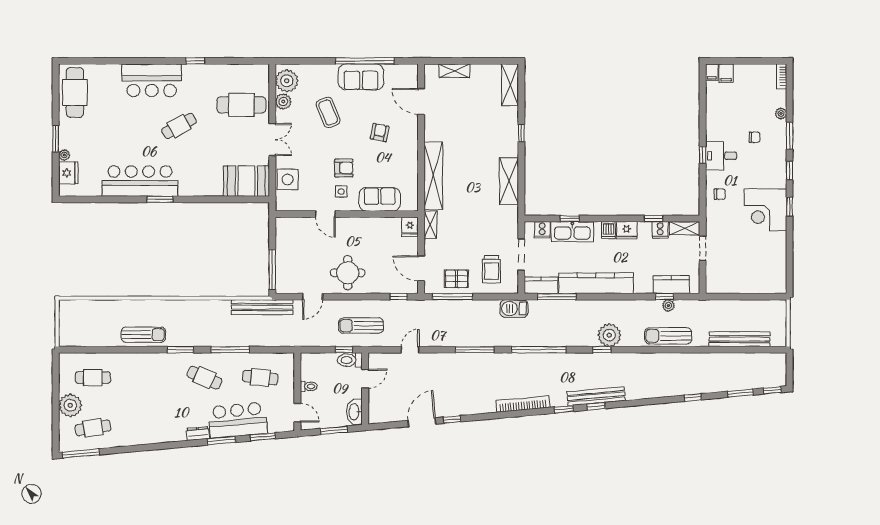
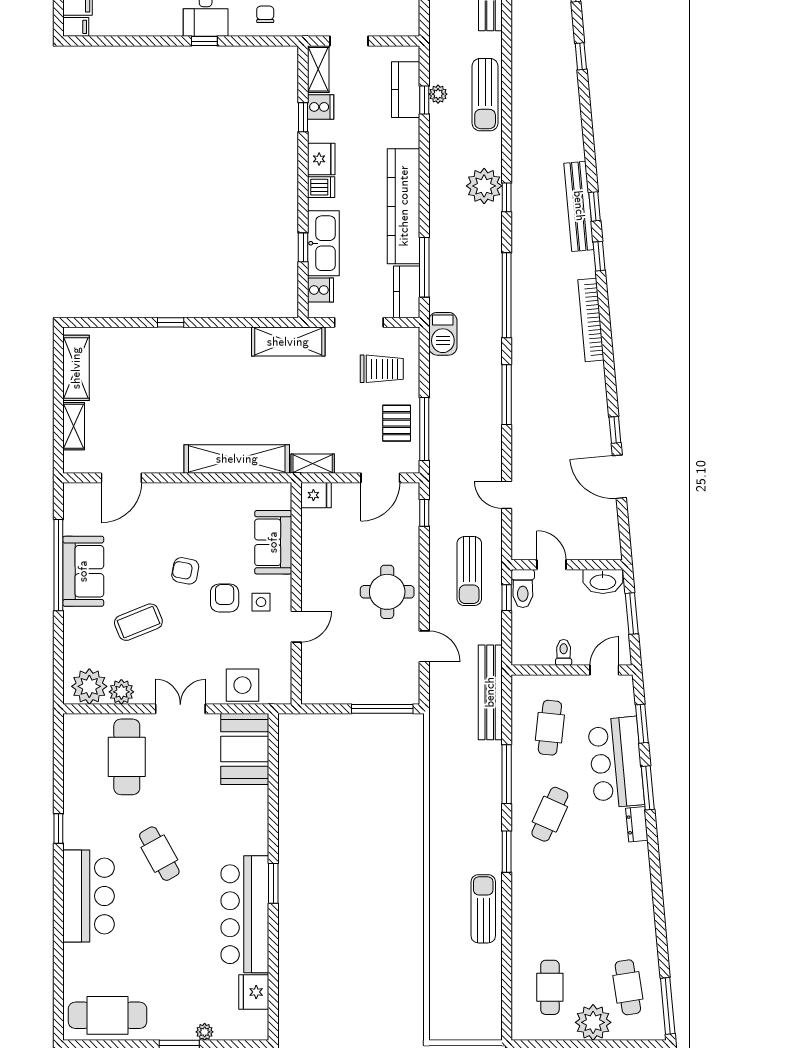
shelving: (510, 85) -> (76, 368), moved, turned 90
armchair: (380, 133) -> (185, 571), moved
fridge: (68, 173) -> (254, 992), moved, turned -90
shelving: (509, 181) -> (288, 342), moved
bench: (262, 307) -> (490, 692), moved

